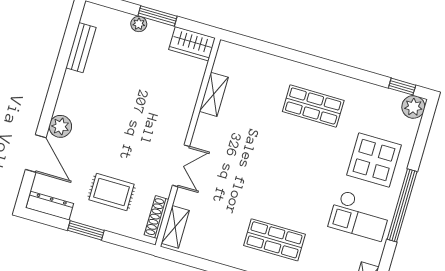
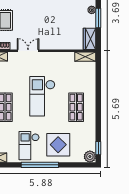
shelving: (214, 94) -> (85, 57), moved
checkout: (274, 164) -> (42, 96), added
double door: (181, 166) -> (28, 51), swing flipped

